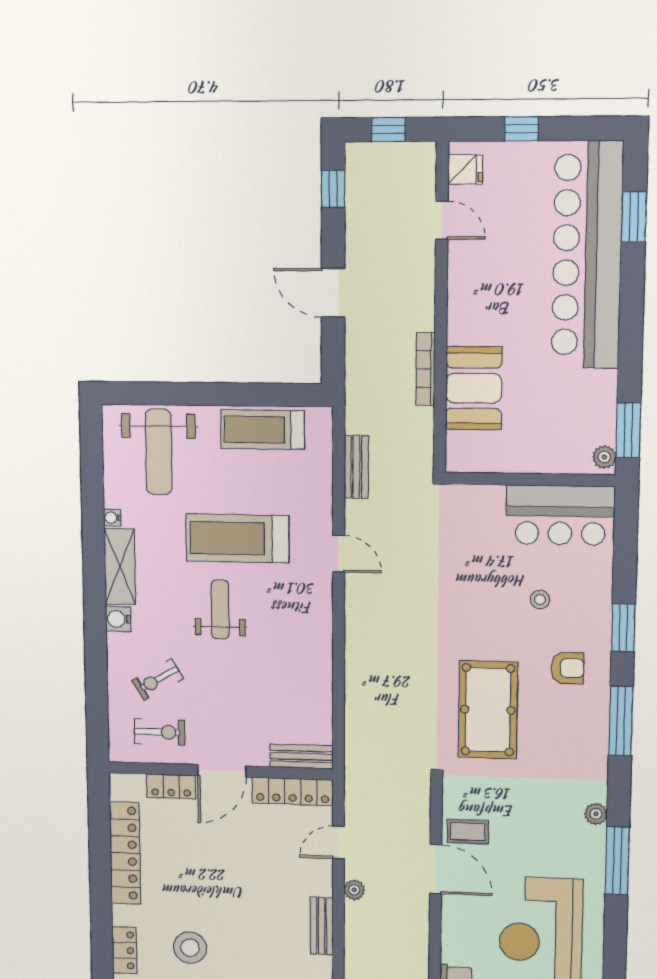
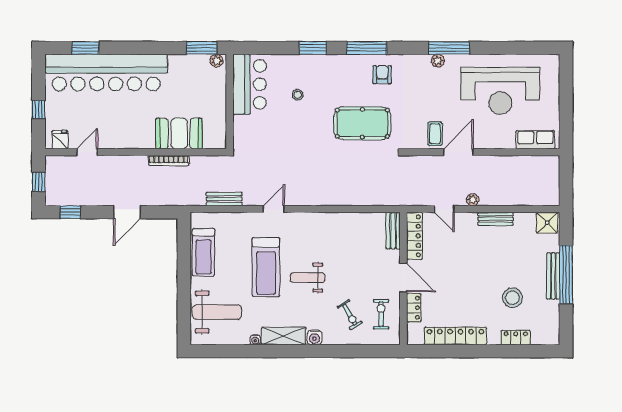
armchair: (568, 668) -> (382, 75), moved
plant: (596, 814) -> (438, 61), moved

